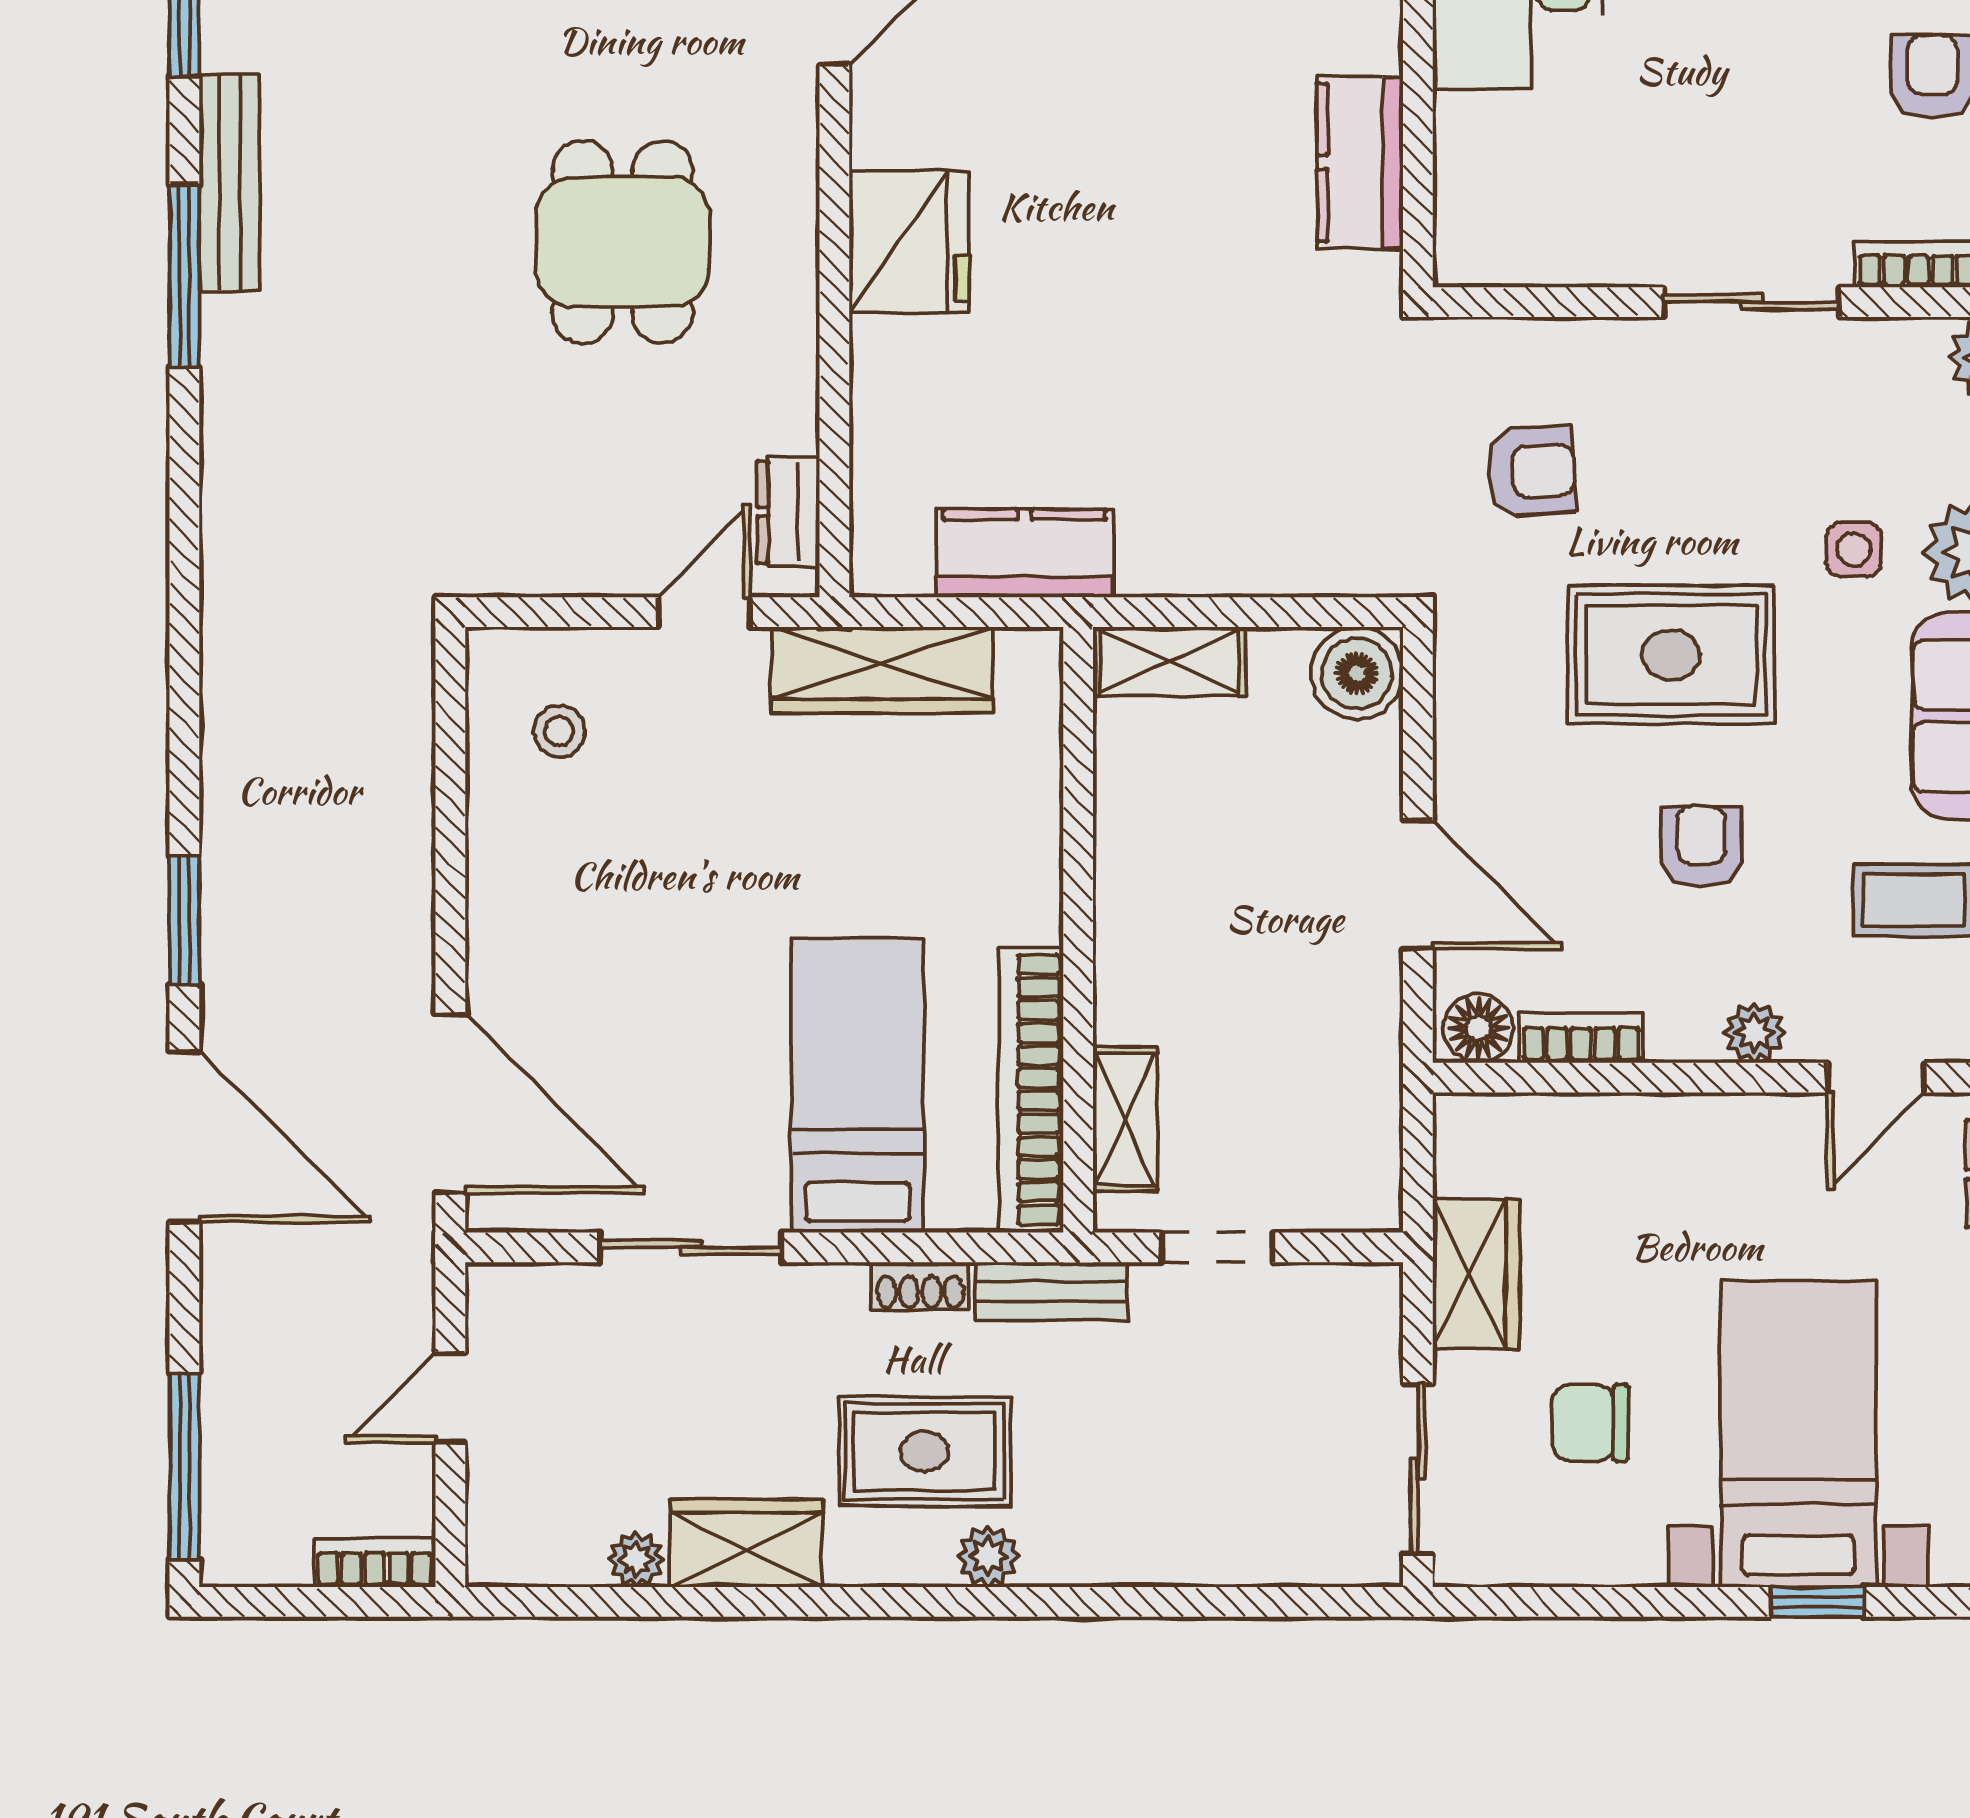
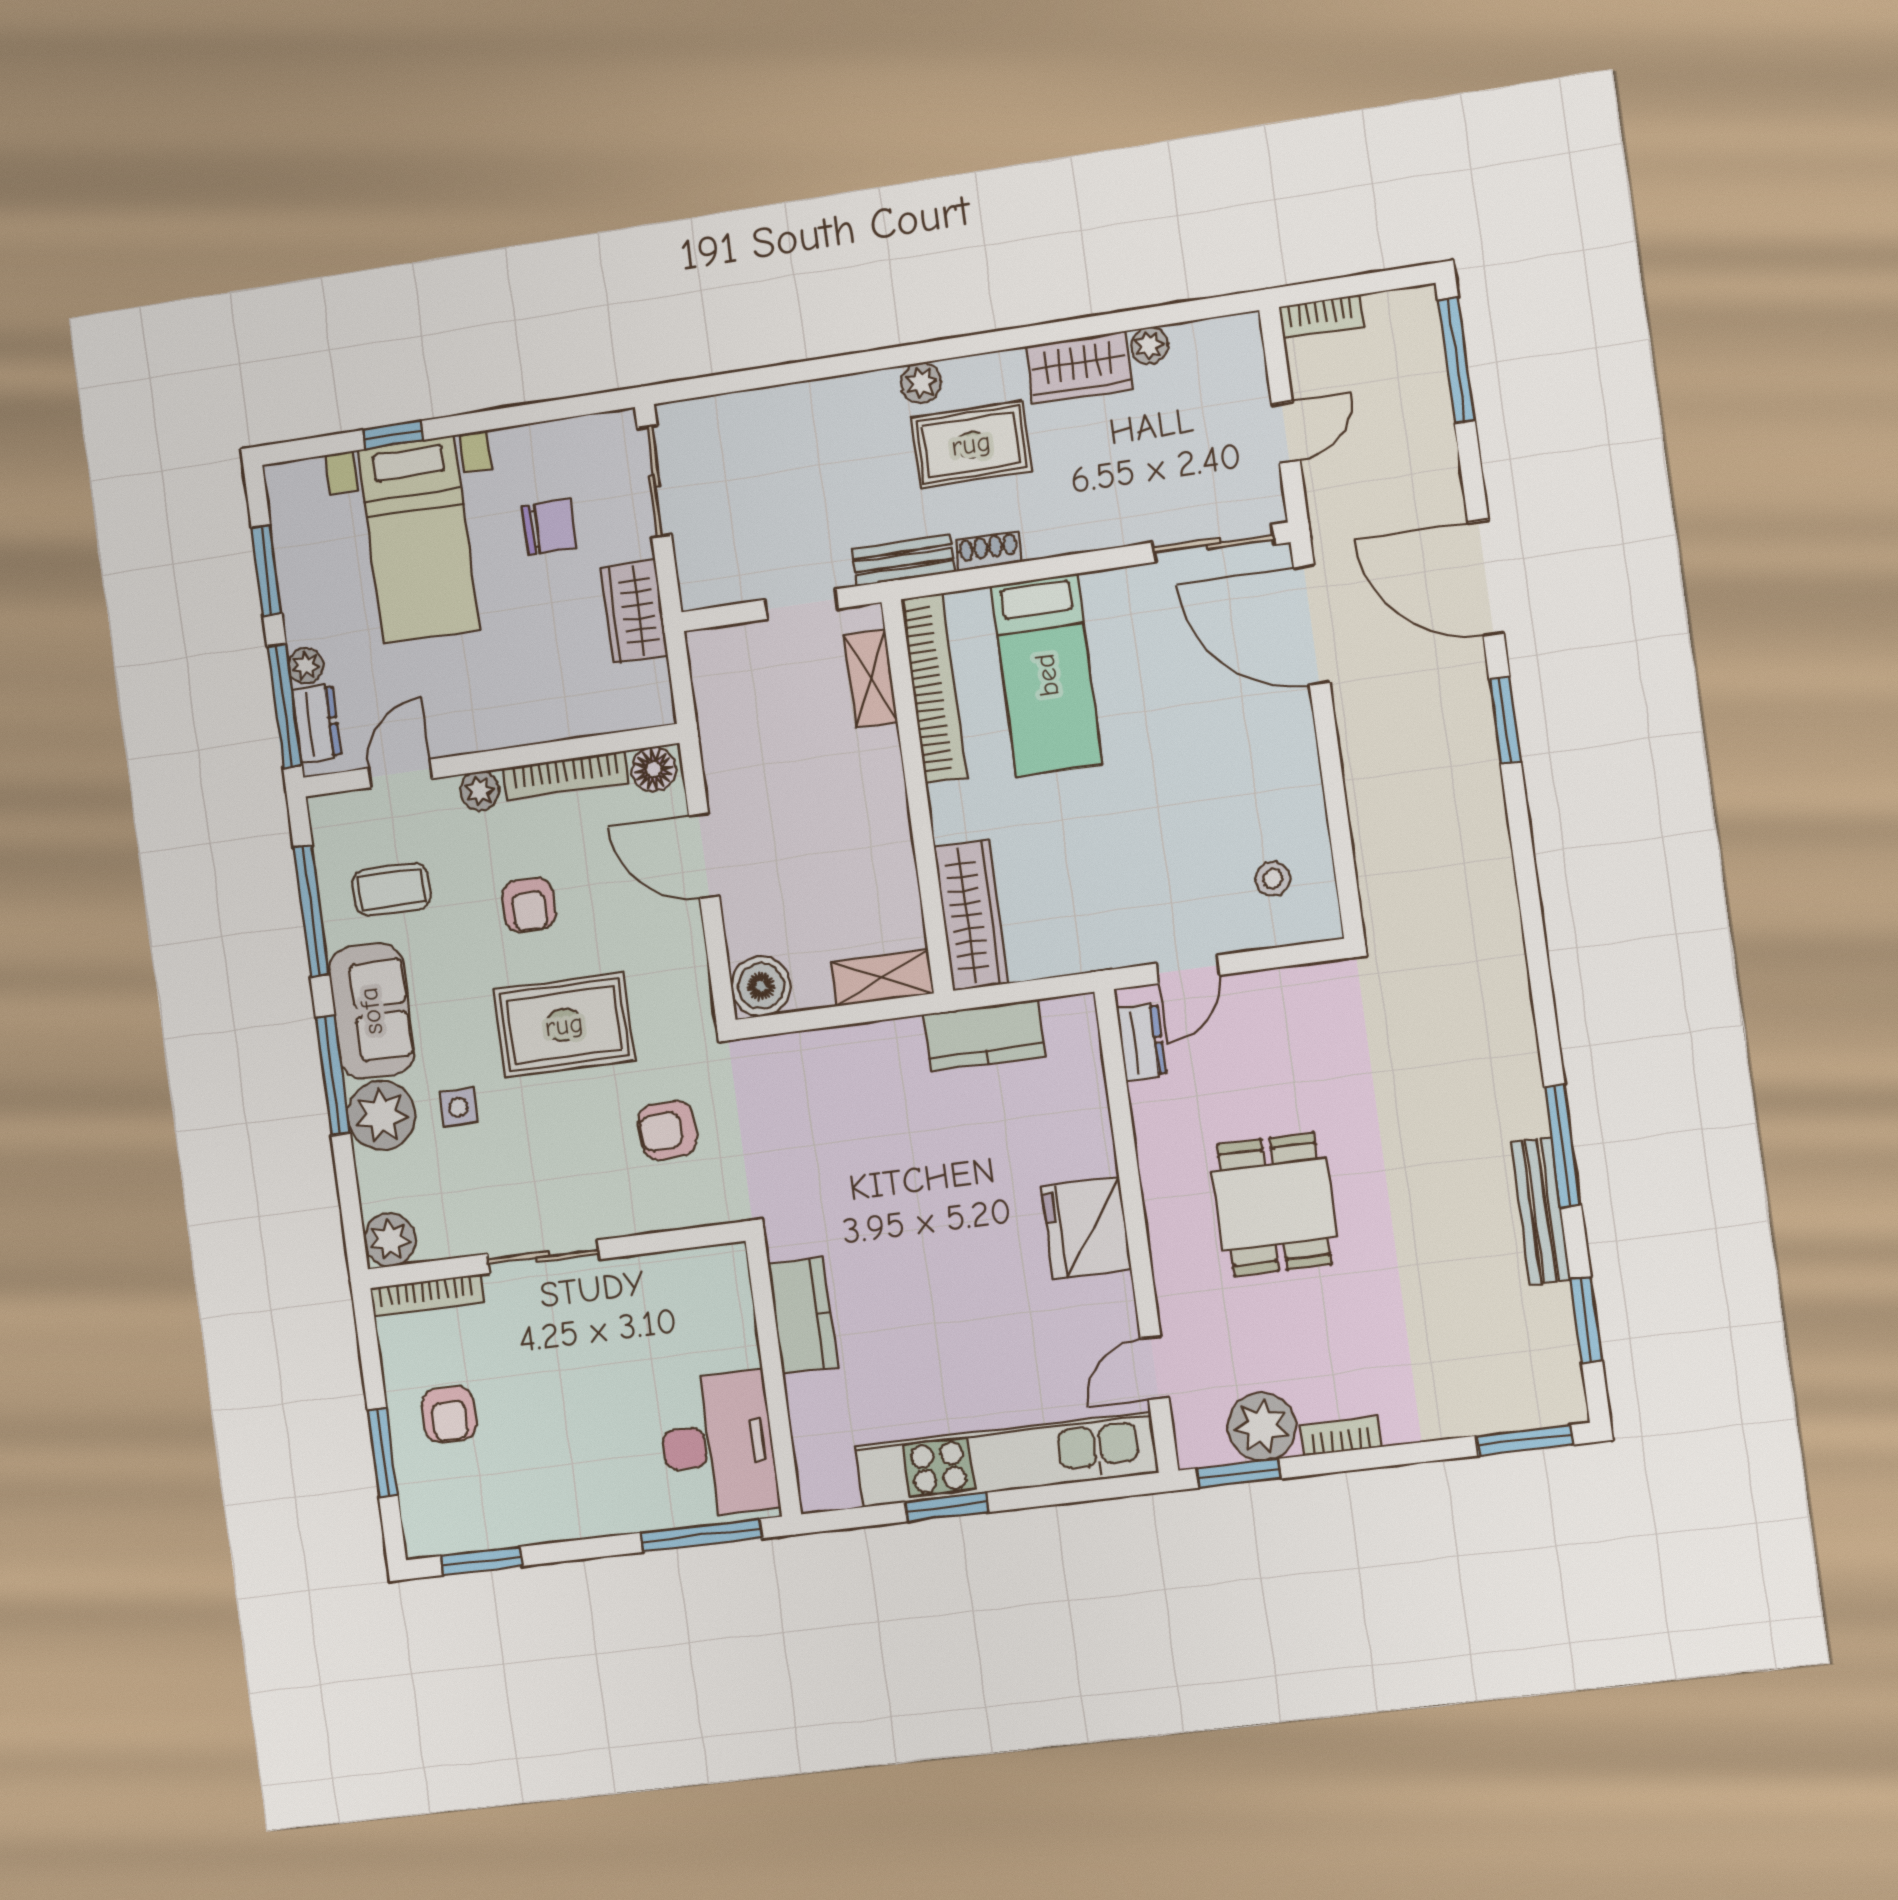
wardrobe: (882, 670) -> (971, 915), moved, turned 90
bookcase: (1581, 1038) -> (566, 775), width x1.56
sliding door: (691, 1247) -> (1213, 543), moved

